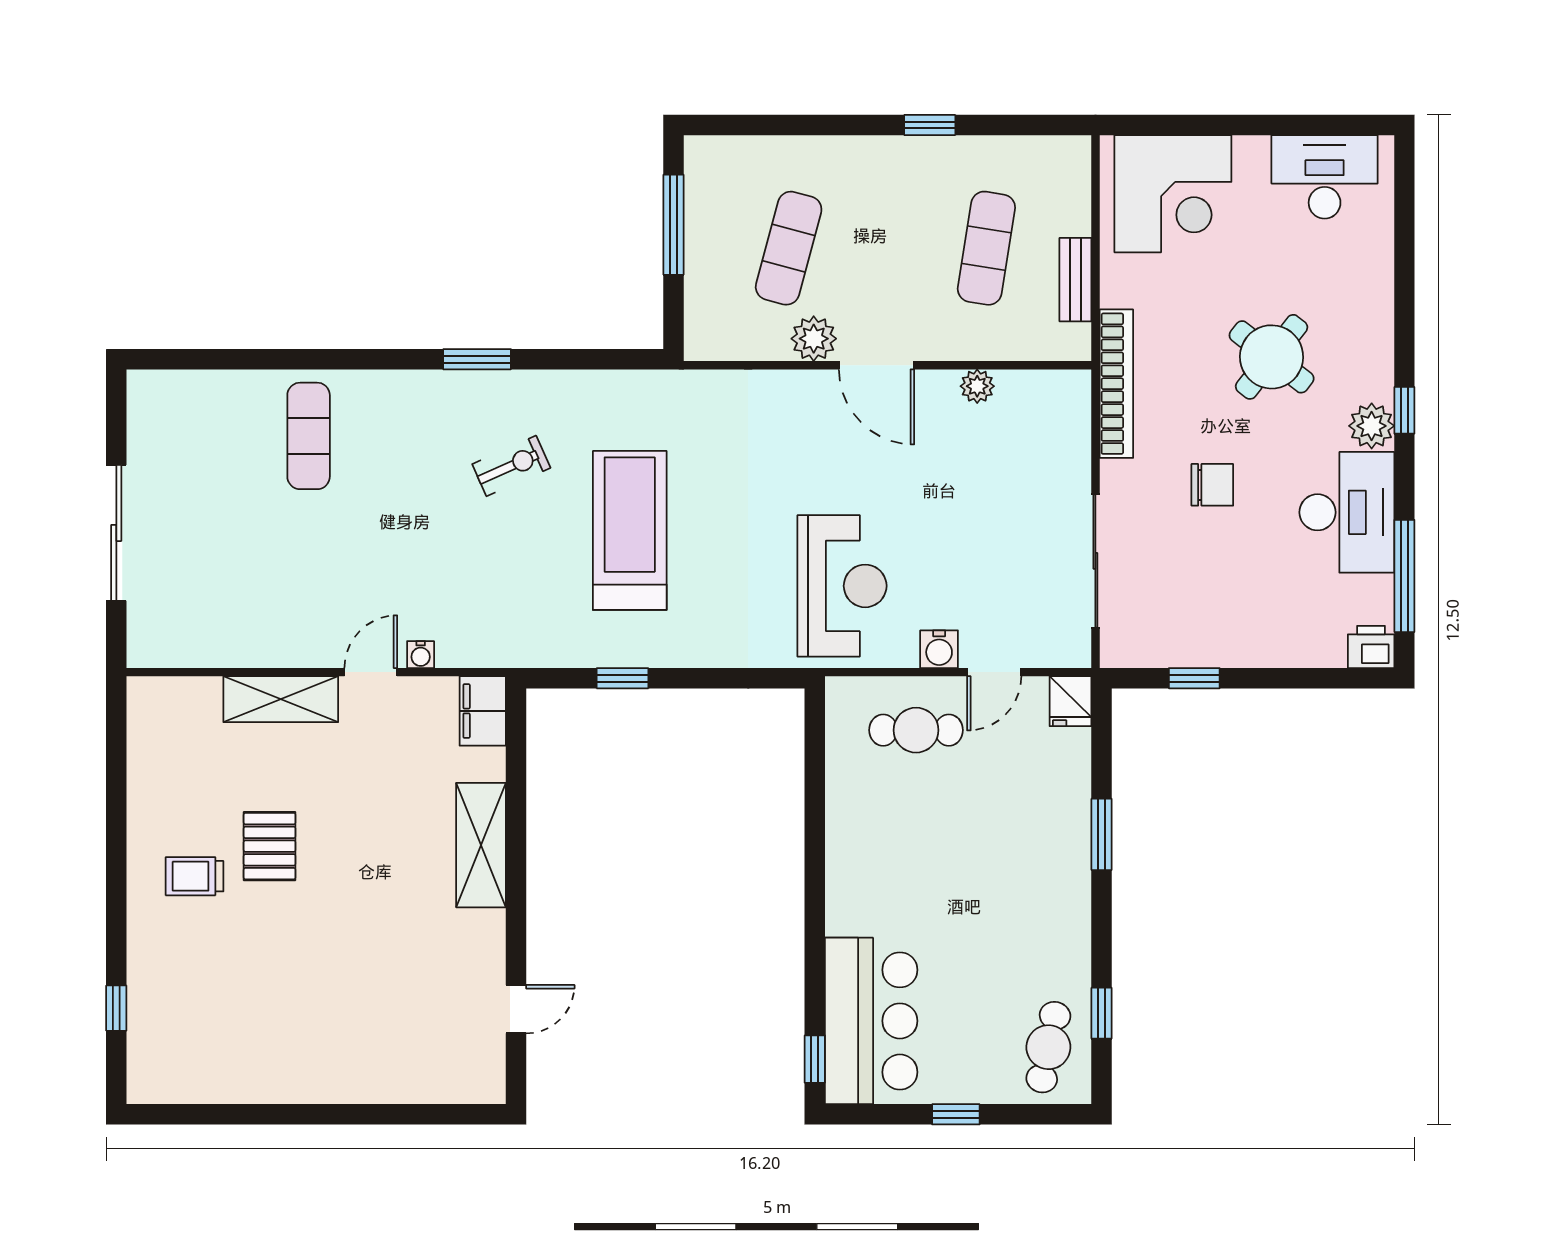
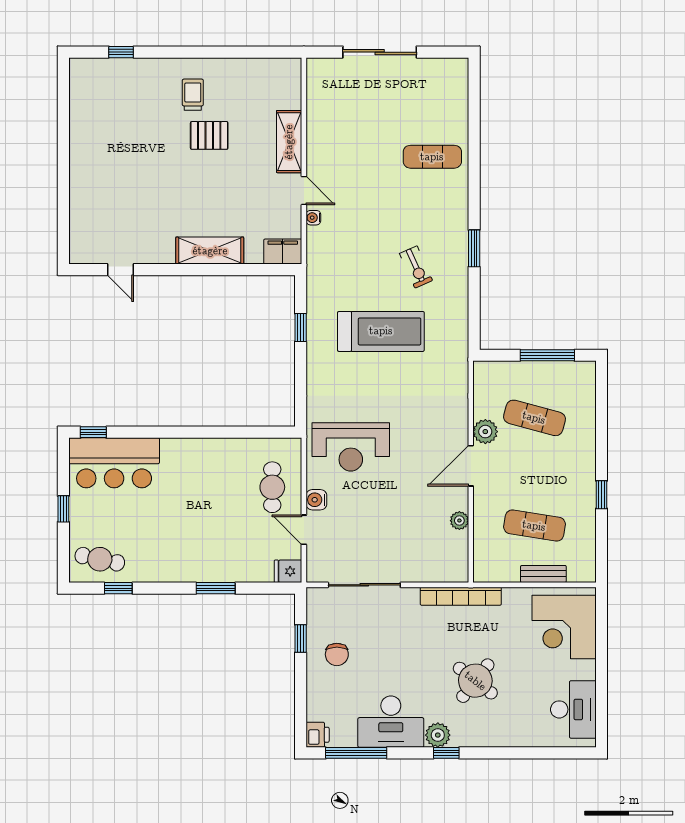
bench: (1075, 280) -> (543, 574), moved
chair: (1212, 485) -> (337, 654), moved

